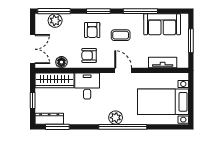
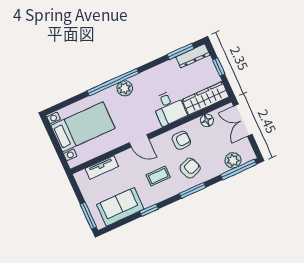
window: (140, 11) -> (149, 210), width x0.46
armchair: (92, 30) -> (190, 168), turned 69
window: (191, 41) -> (88, 216), moved

